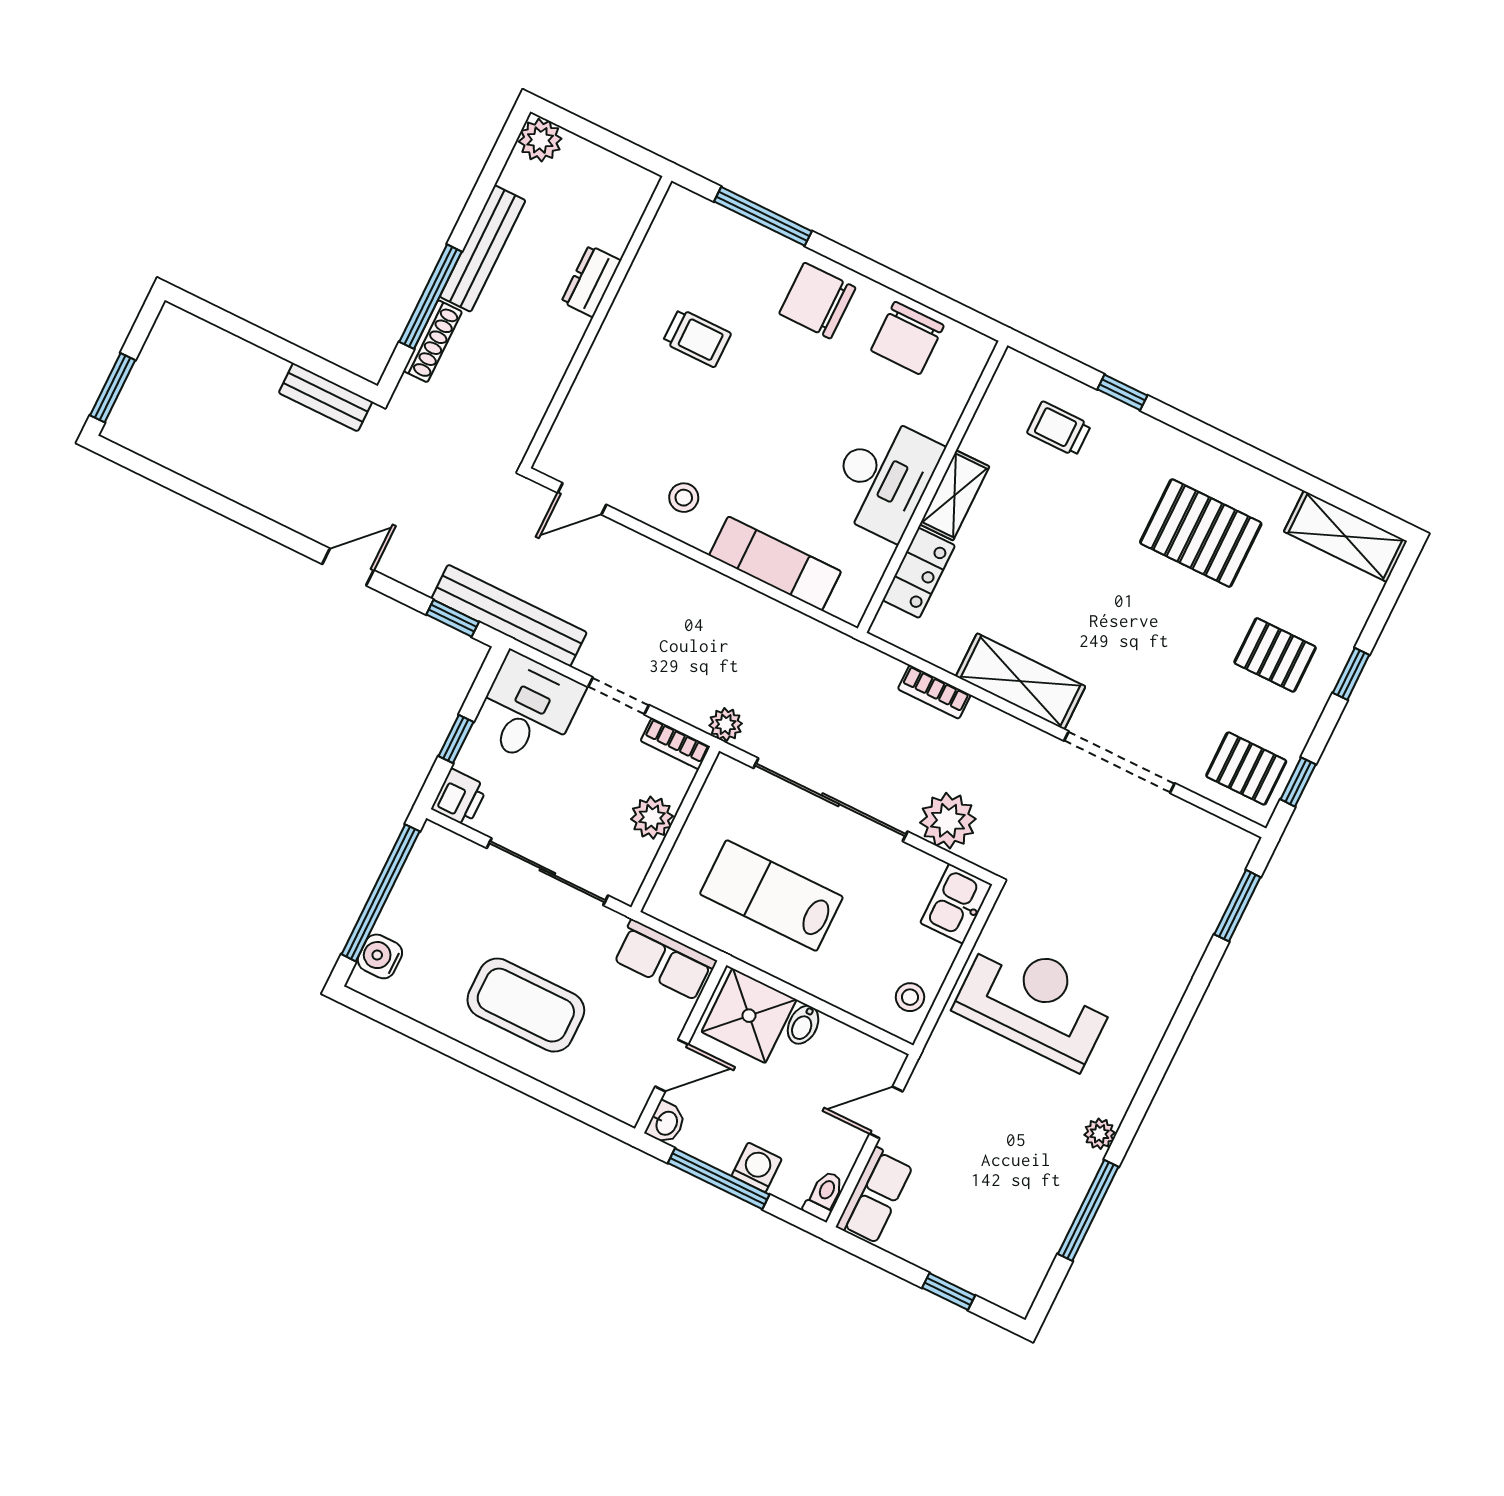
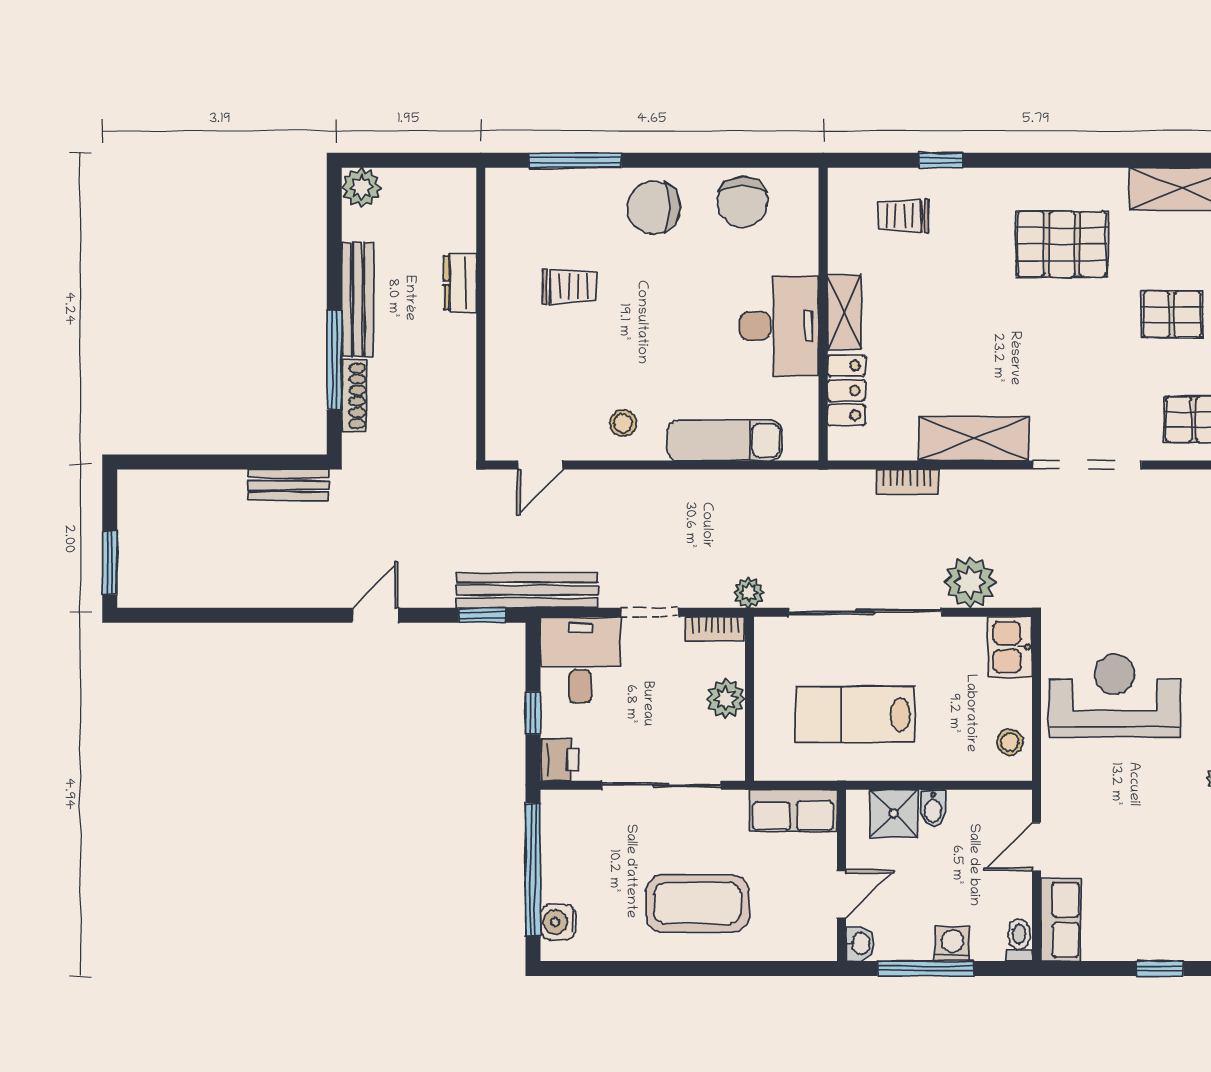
shower: (749, 1016) -> (894, 814), width x0.73, depth x0.73

